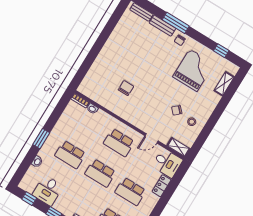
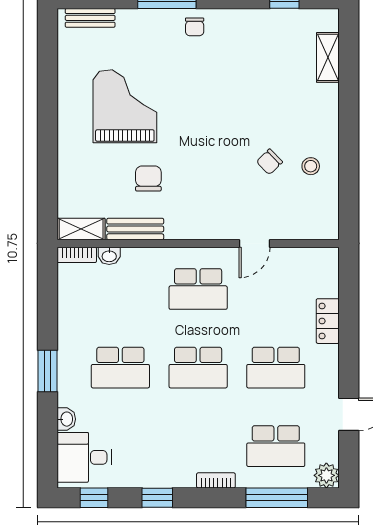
bench: (163, 26) -> (135, 229), moved
grand piano: (193, 70) -> (125, 106), moved
shelving: (179, 147) -> (81, 229), moved
desk: (167, 163) -> (312, 272), removed
desk: (48, 191) -> (84, 457), moved, turned 90

